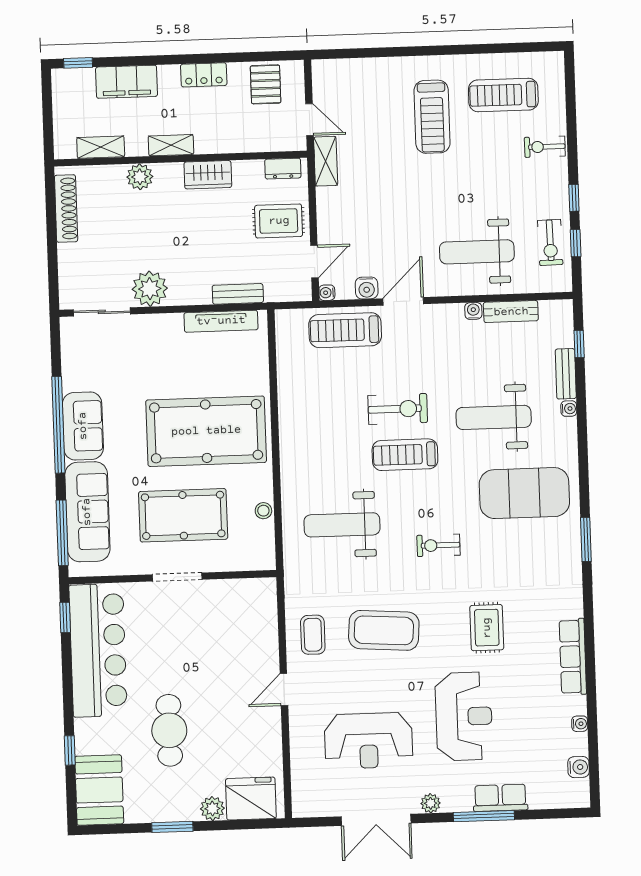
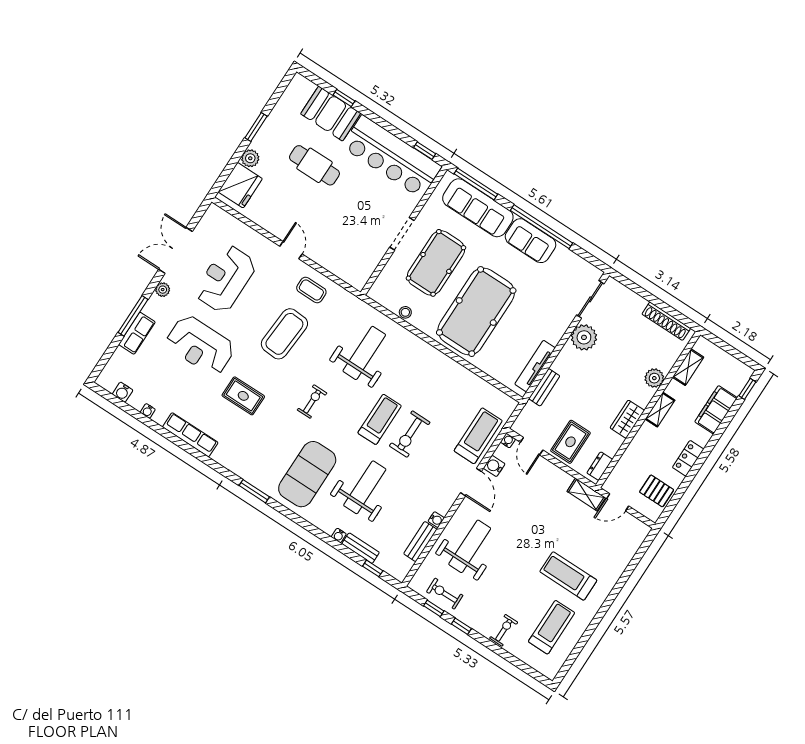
booth: (99, 790) -> (331, 114), moved

